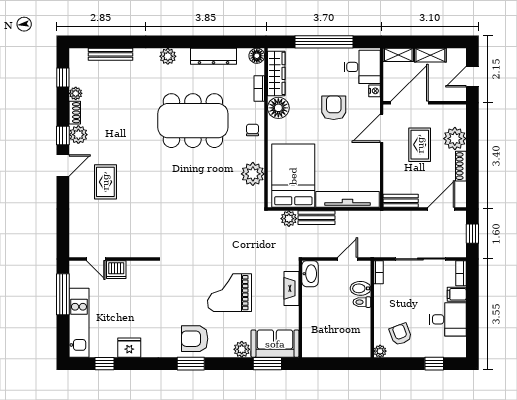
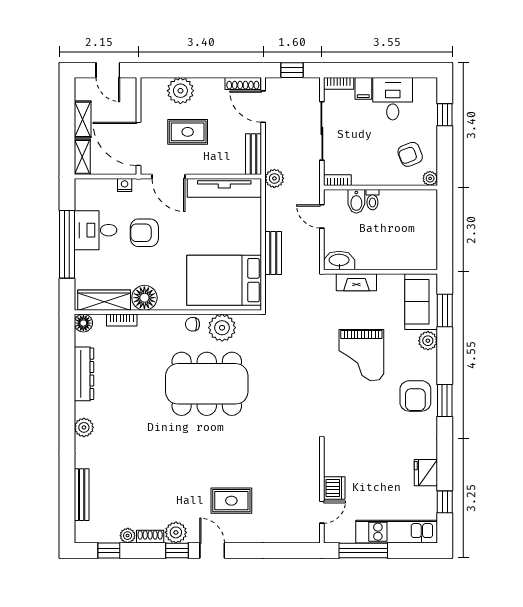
desk: (362, 67) -> (95, 230), moved, turned -90
dining table: (193, 121) -> (207, 384), moved, turned 90
chair: (252, 130) -> (193, 324), moved
shoe rack: (461, 166) -> (243, 84), moved
tv unit: (348, 199) -> (224, 188), moved, turned -90
plant: (289, 219) -> (274, 178), moved

